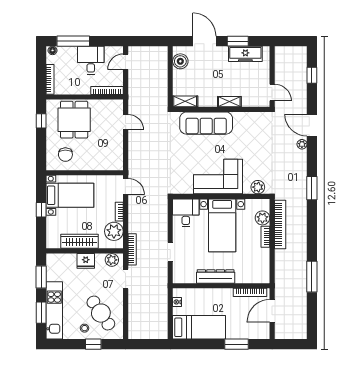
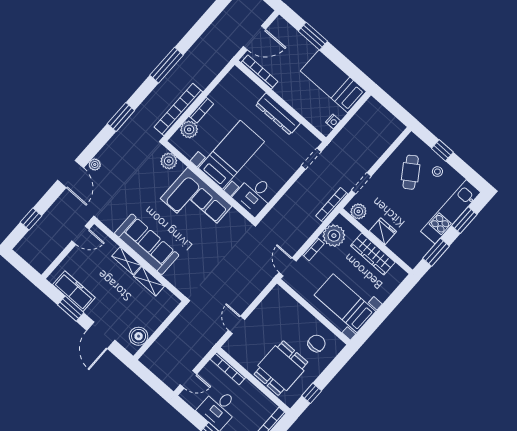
door: (272, 92) -> (81, 235), swing flipped
shelving: (185, 101) -> (149, 281), moved
sofa: (206, 123) -> (147, 244), moved
window: (41, 210) -> (382, 313), removed
doorway: (170, 252) -> (311, 159), moved
window: (312, 277) -> (167, 65), moved
cafe table: (101, 313) -> (411, 172), width x0.73, depth x0.74

